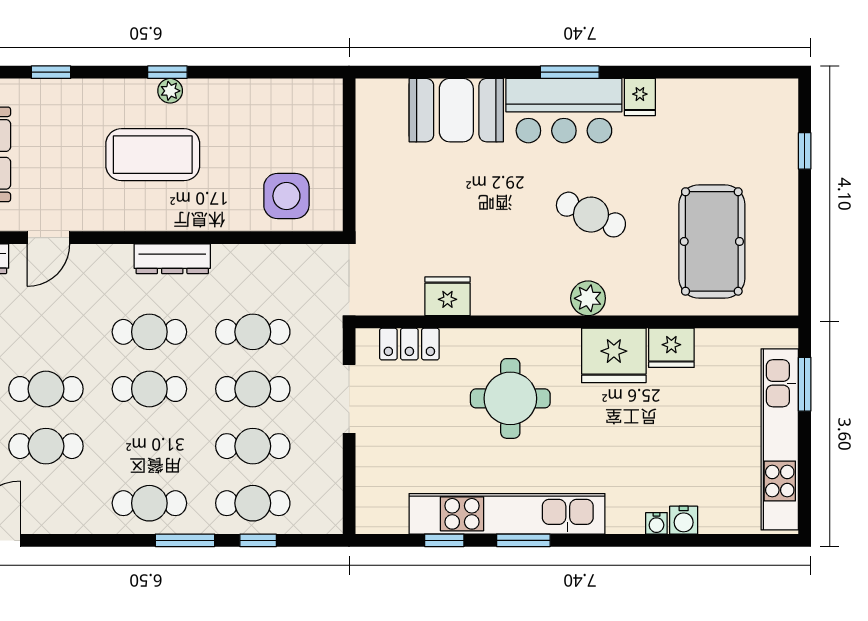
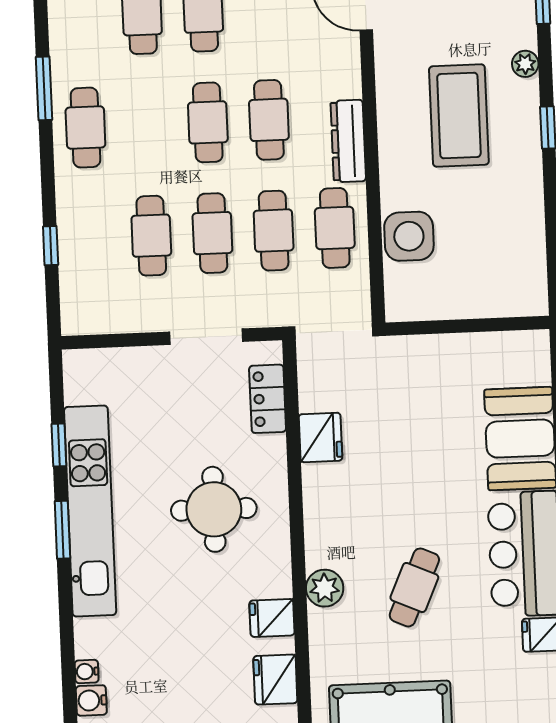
plant: (170, 91) -> (525, 64), moved
side table: (286, 196) -> (409, 236), moved
fridge: (614, 355) -> (272, 618), width x0.53, depth x0.75
cafe table: (253, 503) -> (335, 228), moved
window: (185, 540) -> (44, 88), moved

